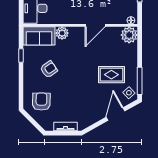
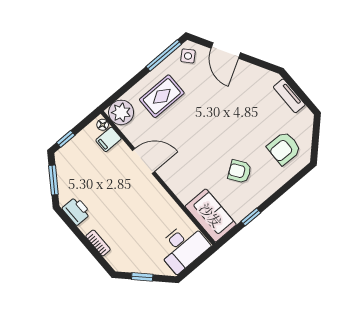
filing cabinet: (121, 17) -> (109, 139), added
plant: (62, 33) -> (185, 192), removed
rug: (111, 75) -> (162, 96), moved, turned 90
door: (116, 114) -> (226, 50), hinge flipped

